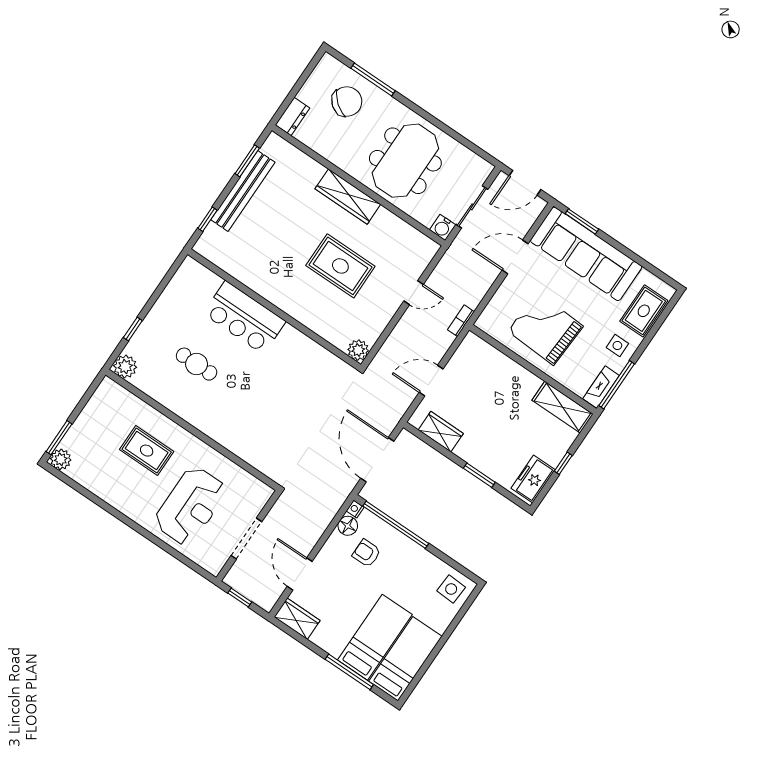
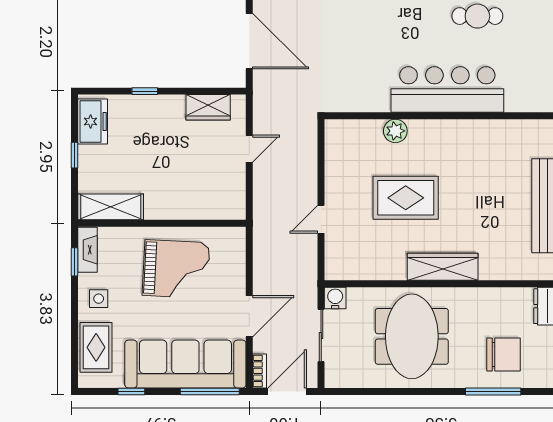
chair: (347, 101) -> (503, 354), turned -128
window: (582, 221) -> (210, 391), width x1.44
window: (640, 261) -> (131, 391), added
bar counter: (244, 317) -> (447, 89), width x1.36
bookcase: (461, 321) -> (259, 371), moved
plant: (358, 350) -> (395, 131), moved
door: (431, 381) -> (249, 149), width x0.73
window: (617, 385) -> (75, 262), width x0.46
window: (479, 475) -> (145, 91), width x0.67

